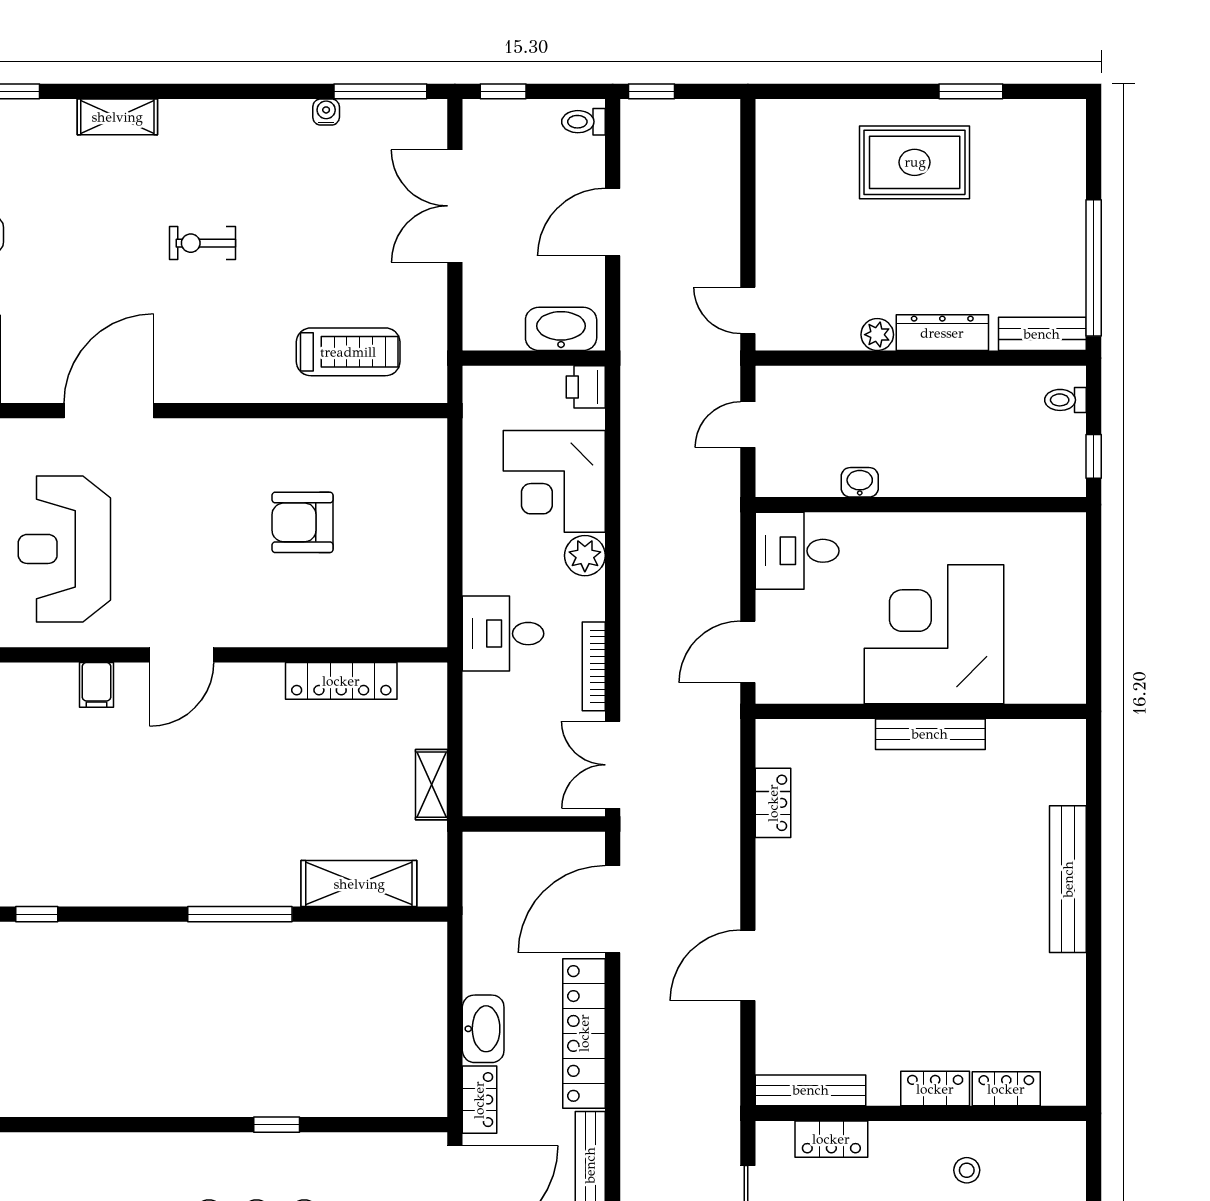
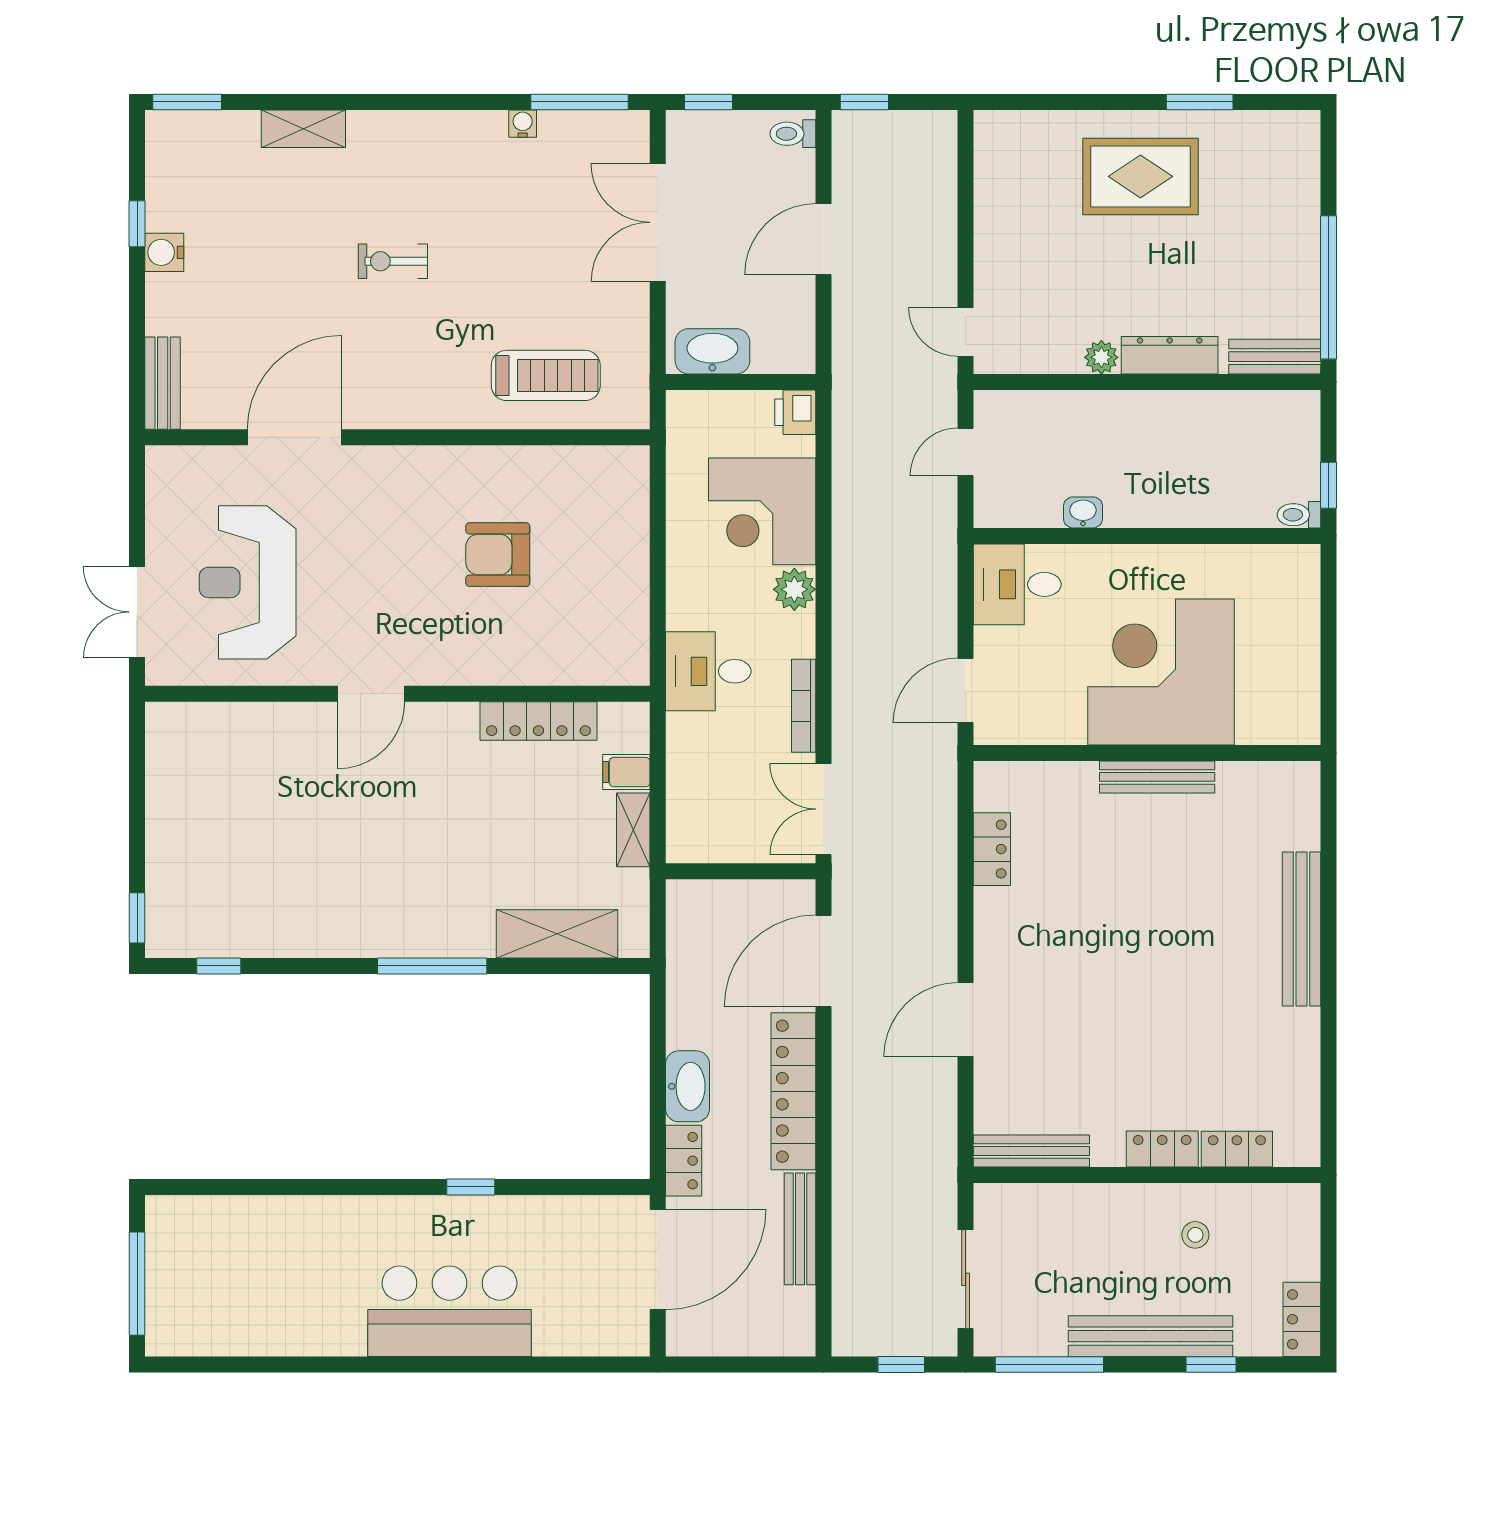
washbasin: (561, 329) -> (712, 351), moved
toilet: (1065, 400) -> (1299, 515), moved
filing cabinet: (97, 685) -> (626, 772), moved, turned 90
locker: (831, 1139) -> (1053, 1202), removed

